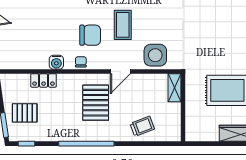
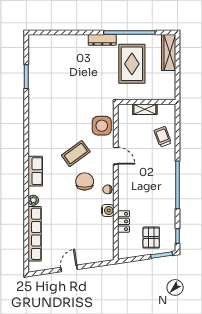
coffee table: (123, 25) -> (76, 154), turned -36
shelving: (174, 88) -> (145, 109), moved
pallet: (96, 103) -> (142, 177), removed

